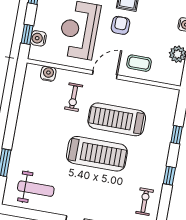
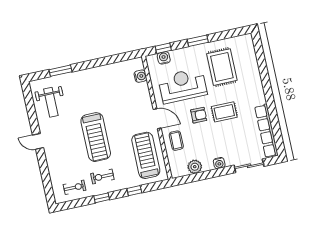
exercise bike: (74, 97) -> (102, 177), moved
treadmill: (117, 119) -> (146, 155), moved

